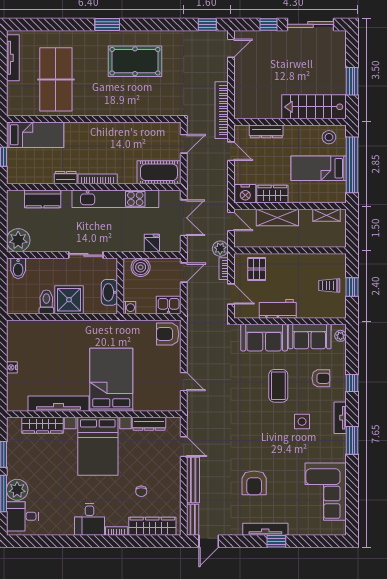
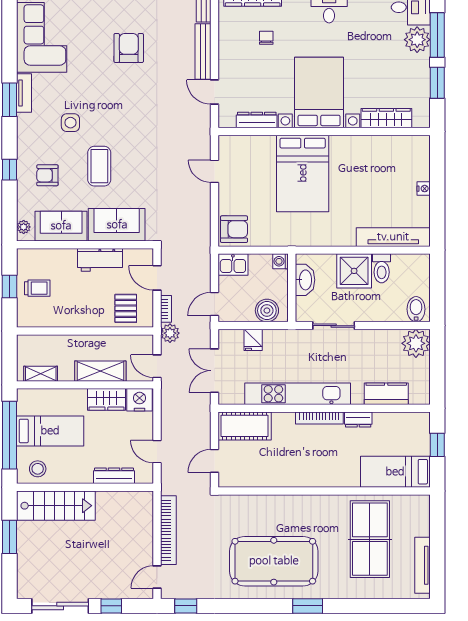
pool table: (135, 61) -> (274, 561), width x1.36, depth x1.32
bookcase: (222, 110) -> (168, 530), moved
tv unit: (59, 404) -> (393, 237), moved, turned 180
tv unit: (340, 418) -> (24, 93), moved

